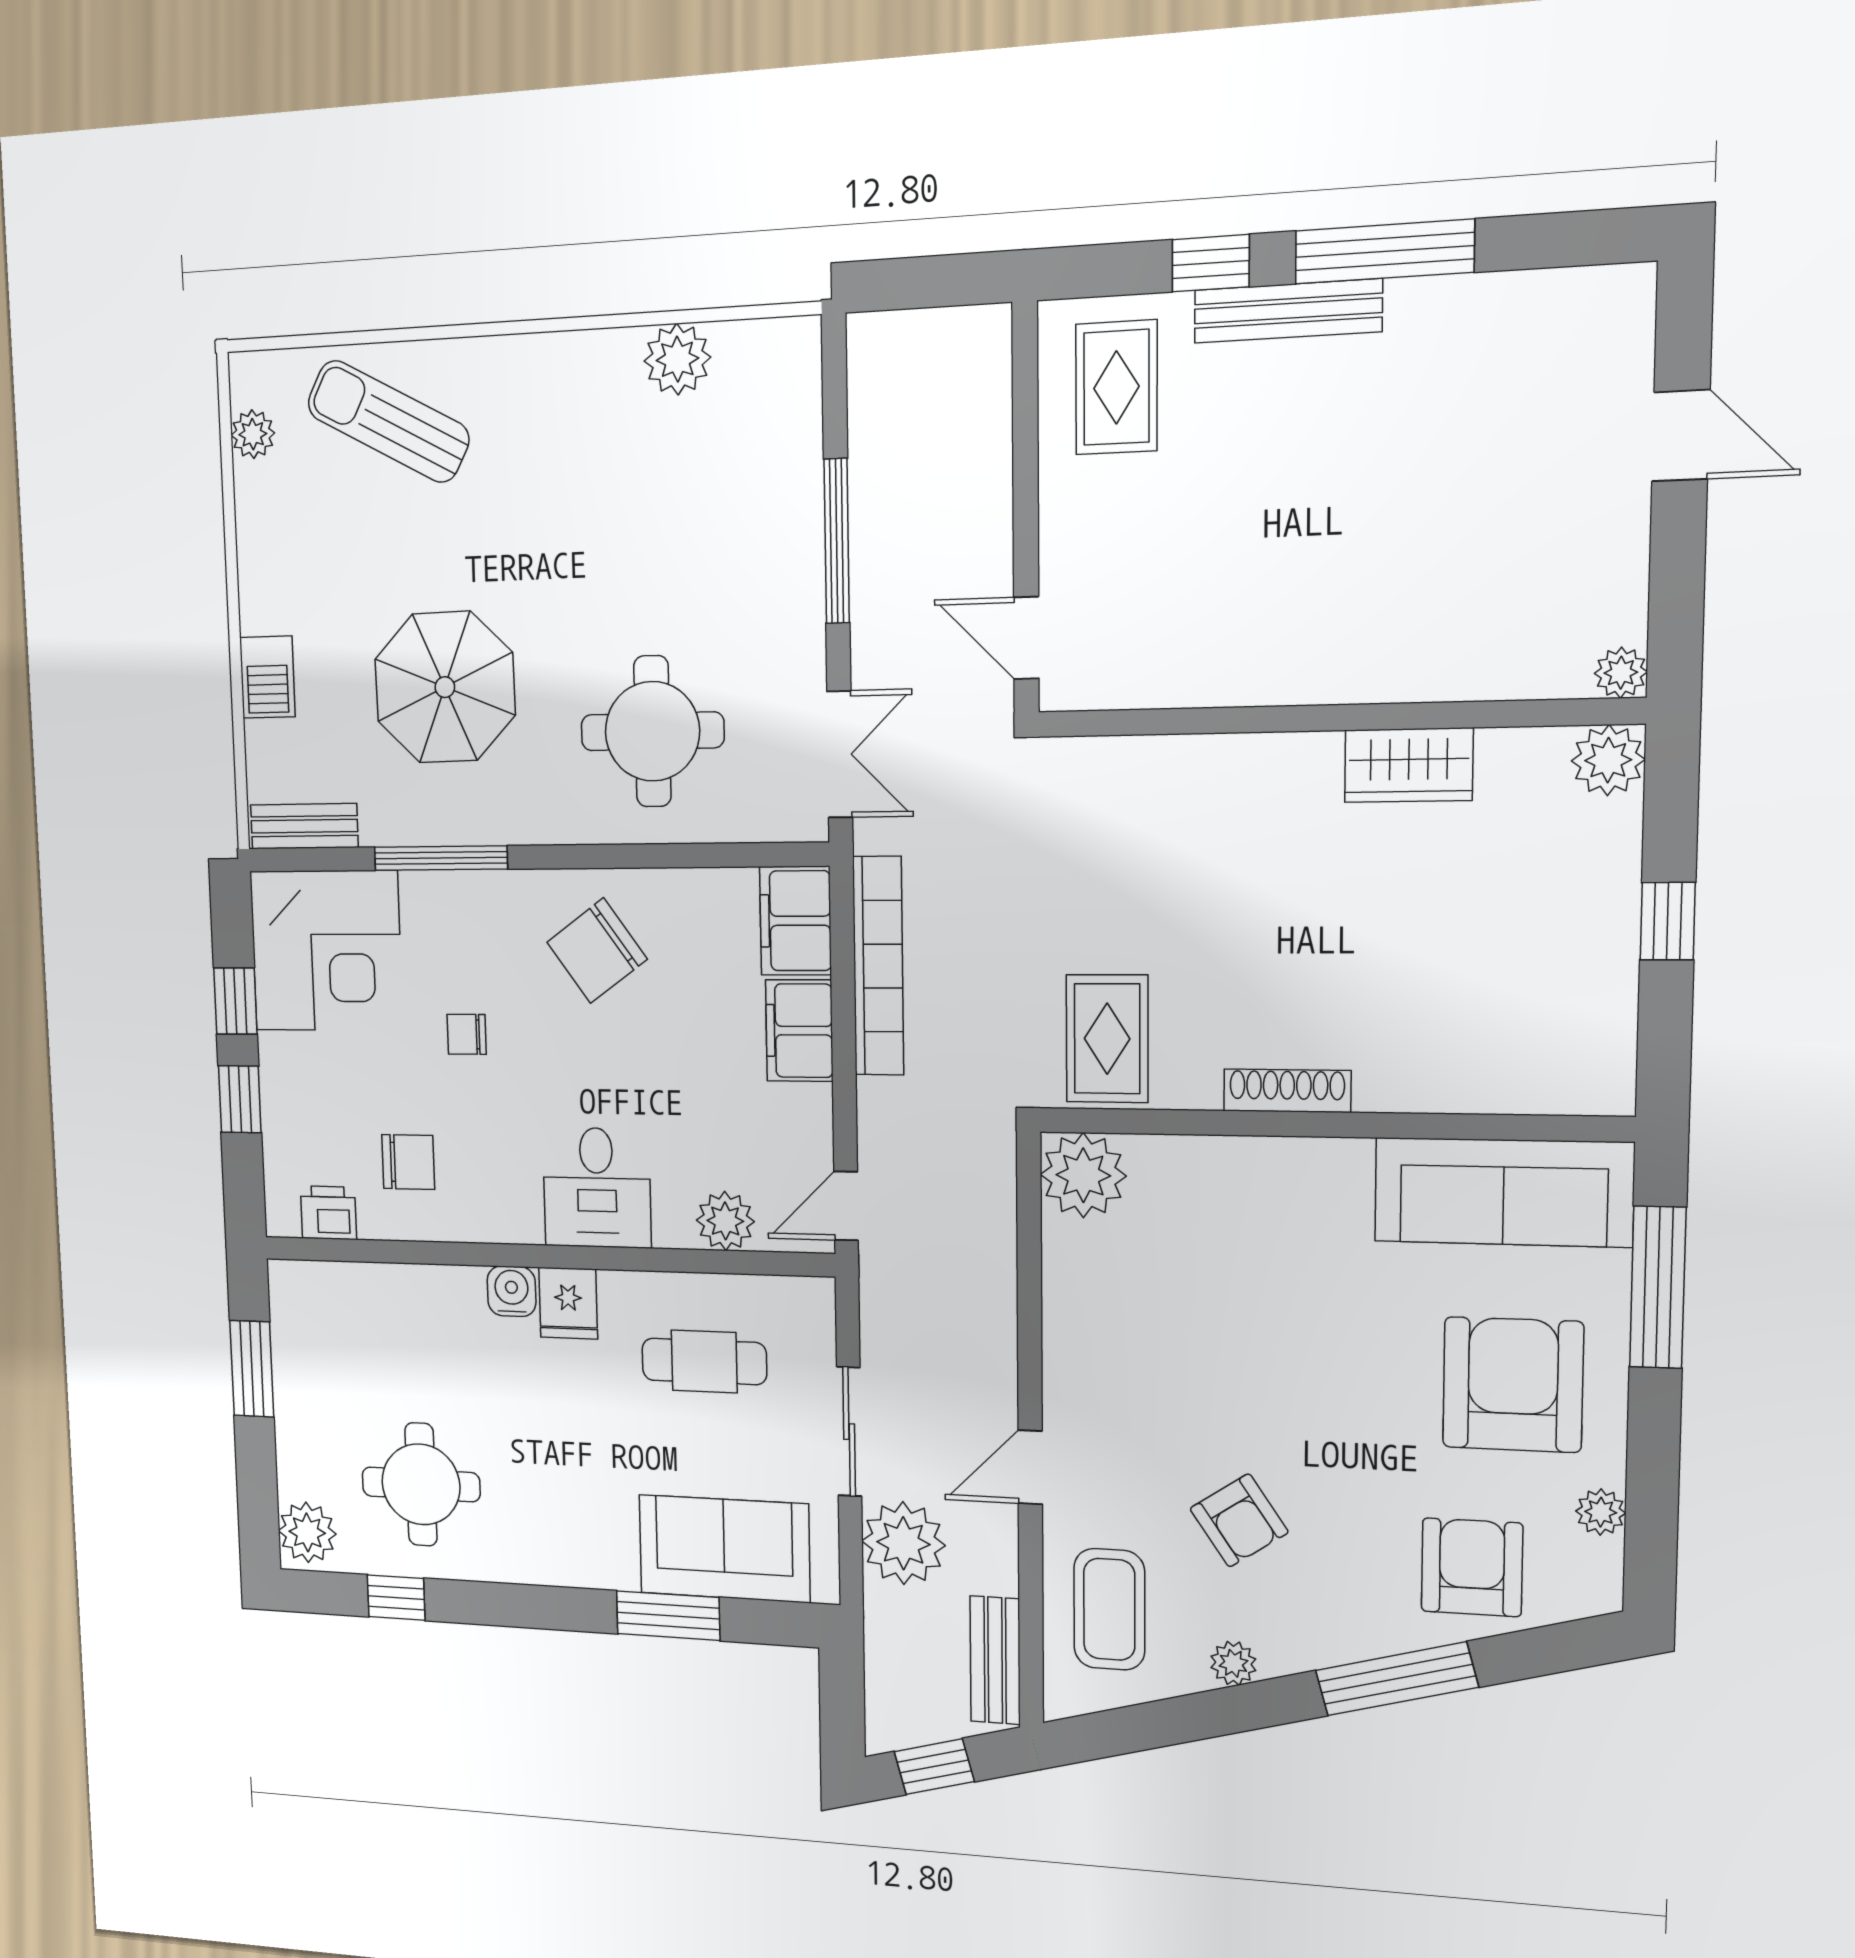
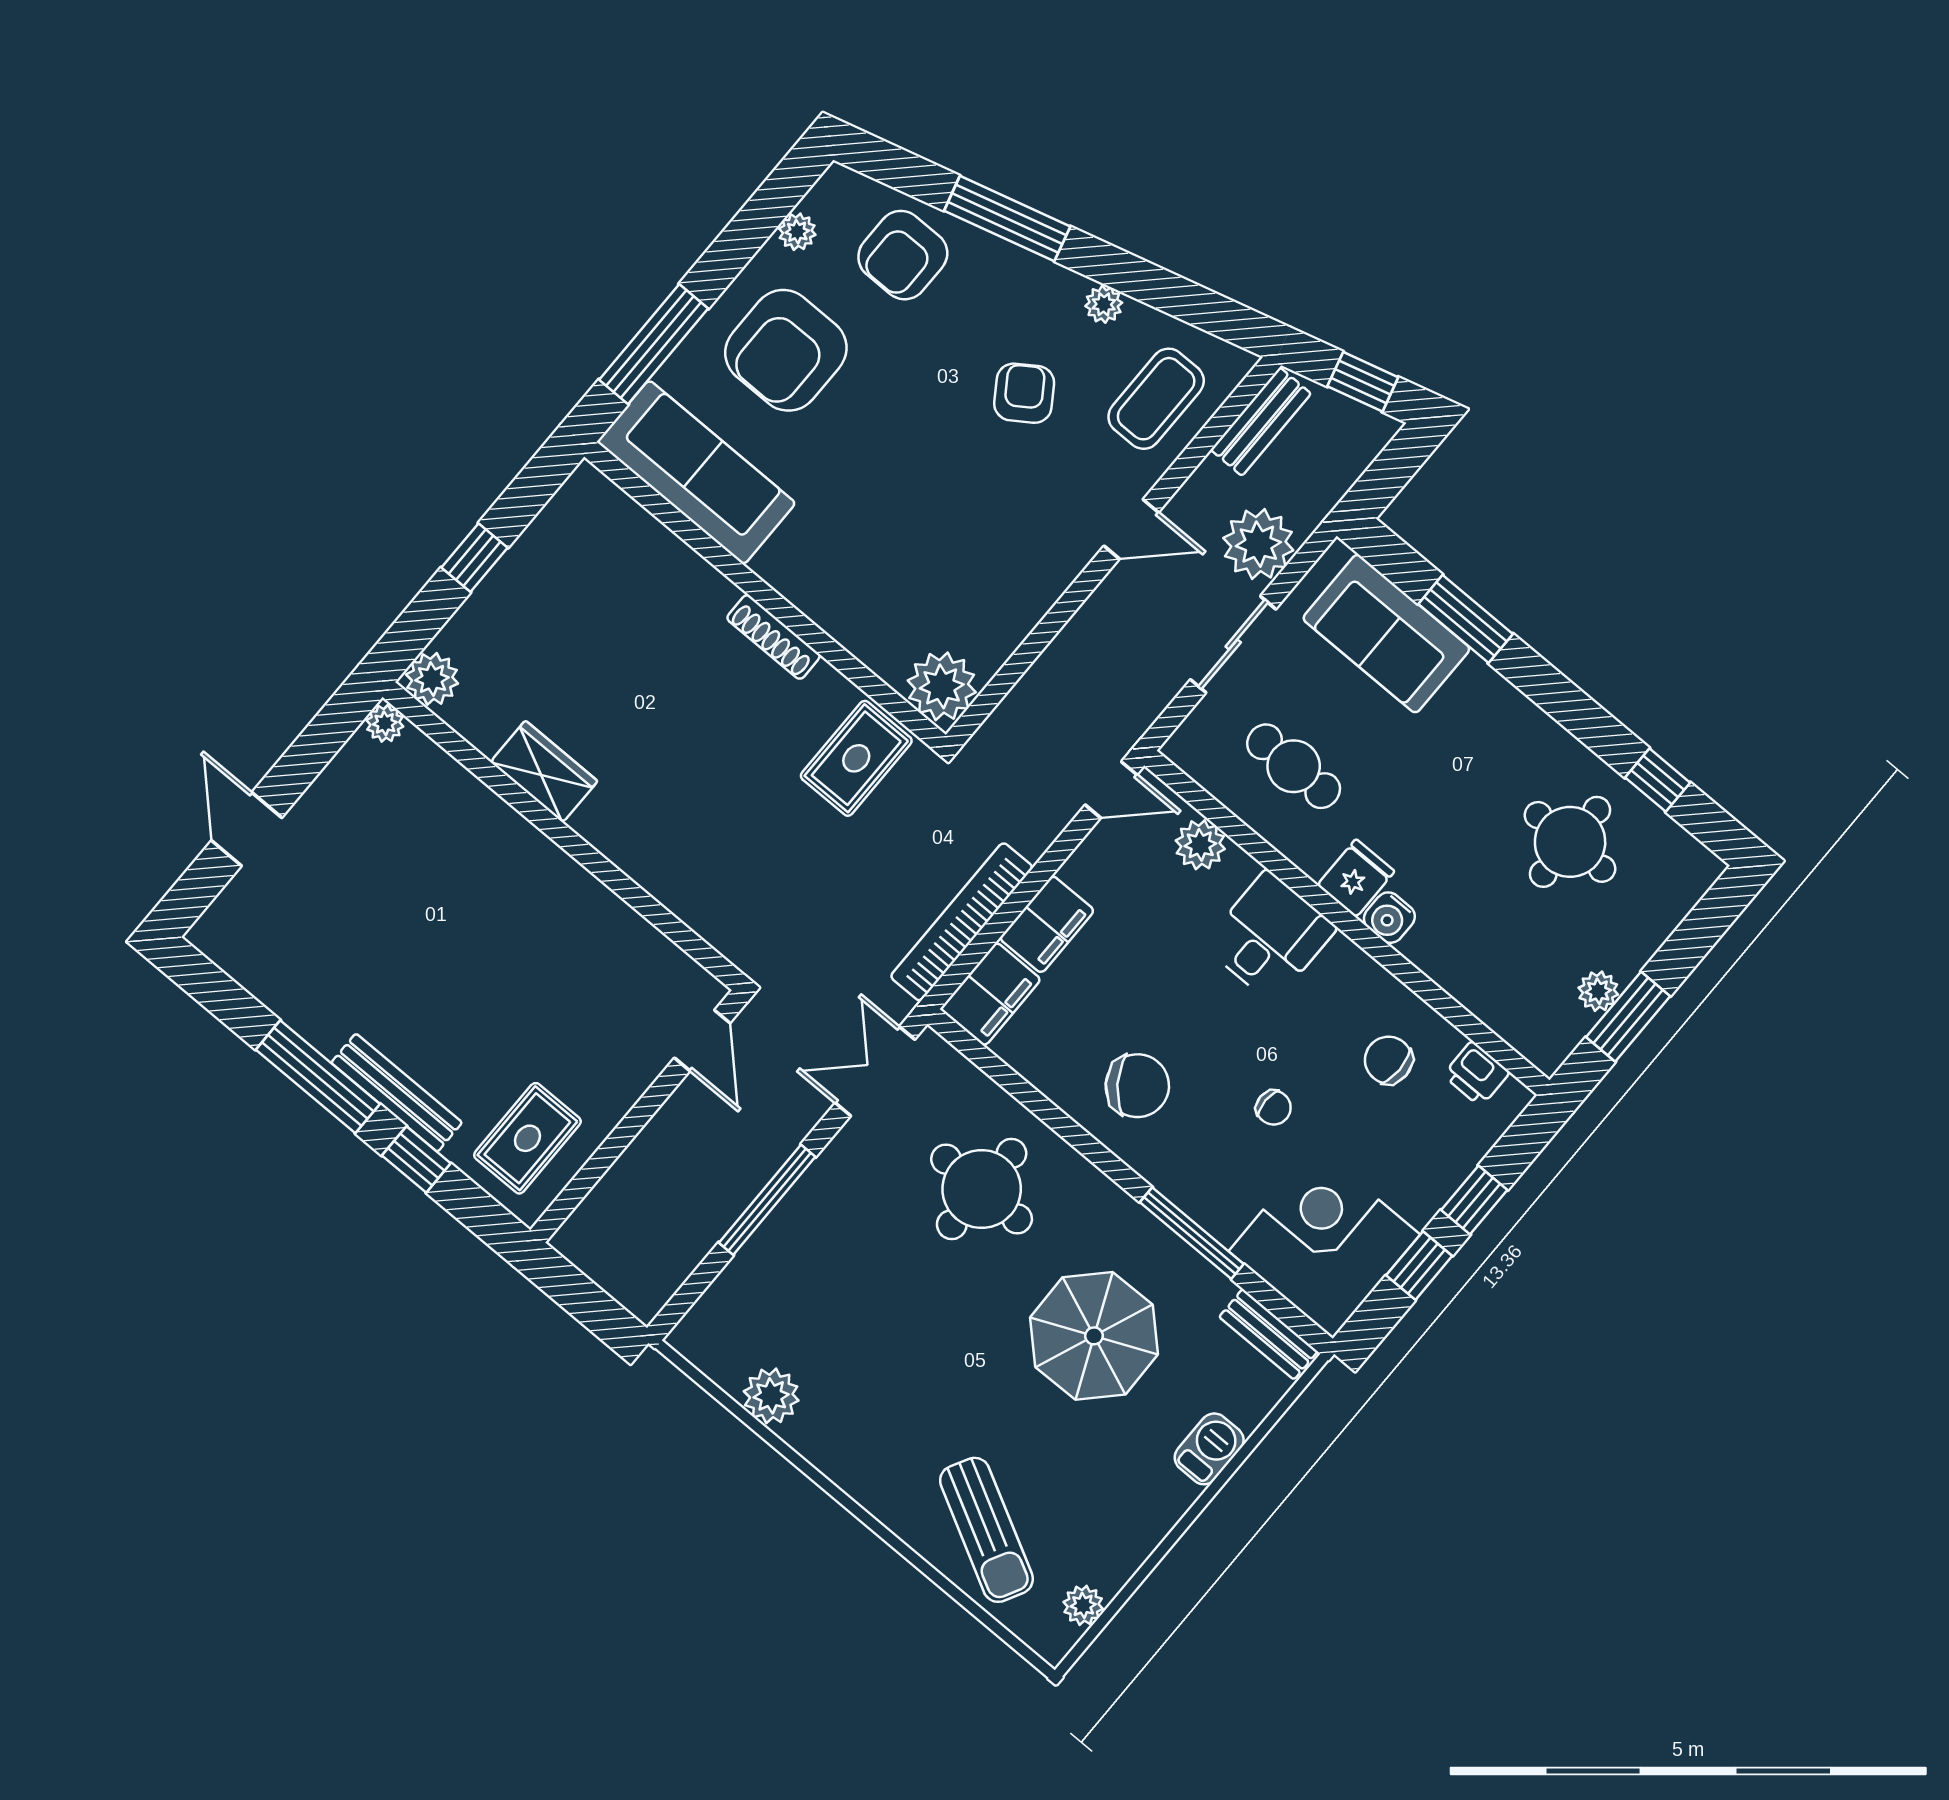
plant: (307, 1532) -> (1598, 991), moved, width x0.73, depth x0.73

